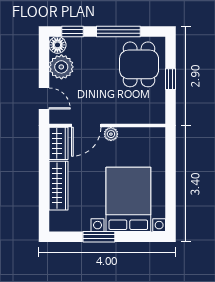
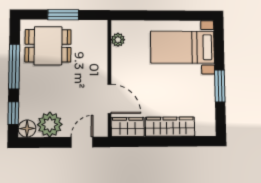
window: (171, 79) -> (63, 15), width x1.50
plant: (111, 134) -> (118, 40), moved
bed with nightstands: (128, 199) -> (182, 47), width x0.73

